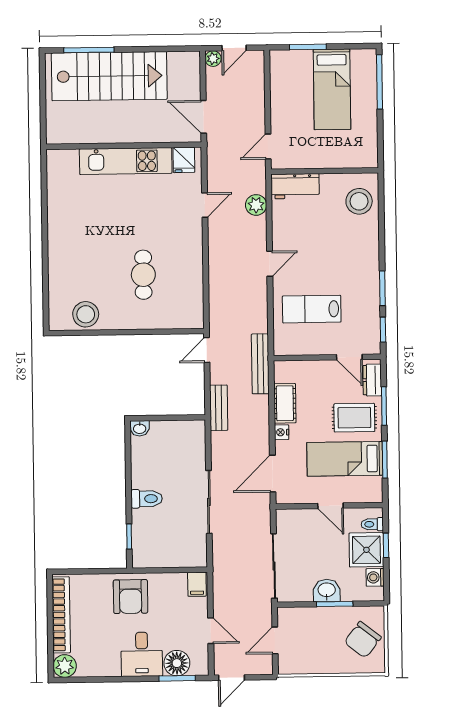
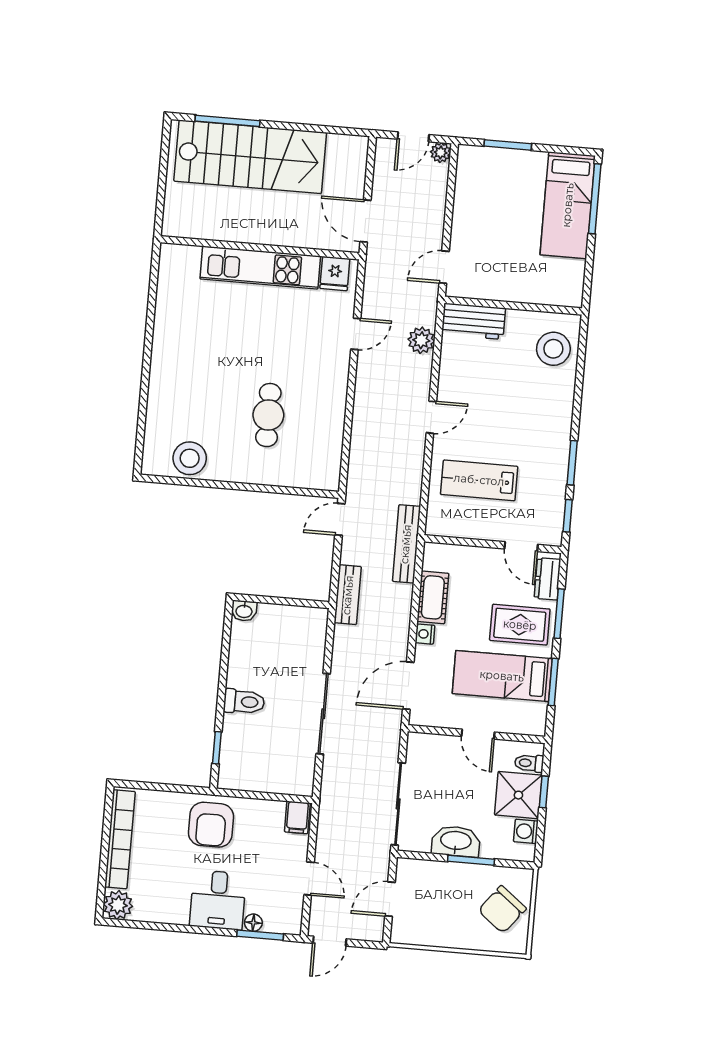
plant: (213, 59) -> (441, 153), moved
bed: (332, 89) -> (568, 205), moved
washbasin: (327, 590) -> (456, 841), width x1.38
floor lamp: (177, 663) -> (253, 923), width x0.53, depth x0.53

